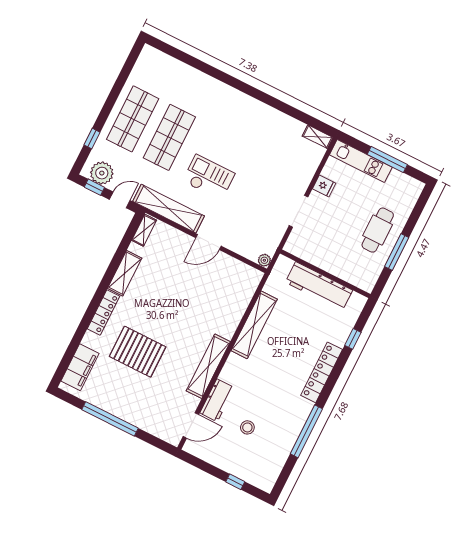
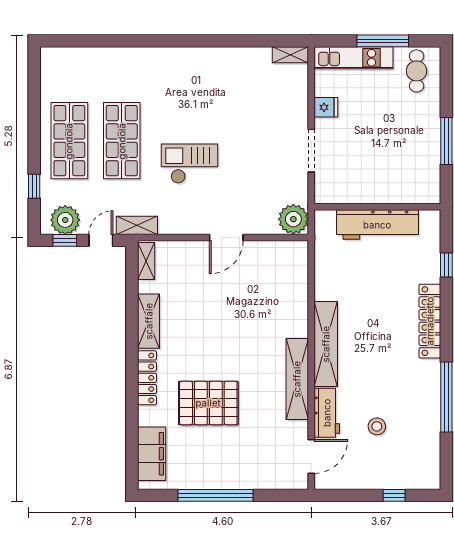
shelving: (169, 209) -> (137, 225), width x0.45, depth x0.75
cafe table: (378, 230) -> (417, 71), moved, width x0.73, depth x0.74
plant: (264, 260) -> (293, 219), width x1.87, depth x1.87
shelving: (254, 325) -> (326, 344), moved

